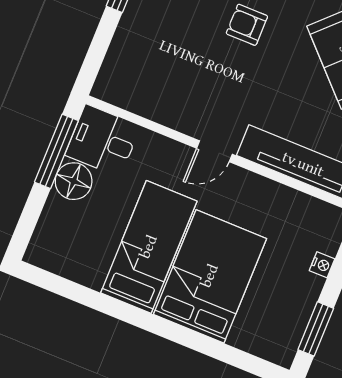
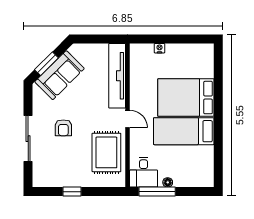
rug: (168, 86) -> (106, 152), added
floor lamp: (74, 181) -> (168, 182), width x0.53, depth x0.53
window: (316, 329) -> (190, 39), removed

